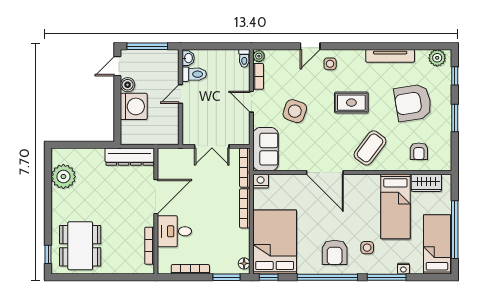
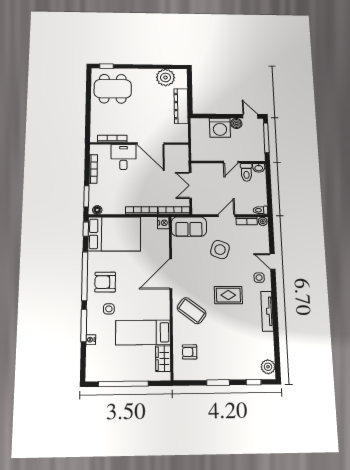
tv unit: (390, 56) -> (267, 311), moved
door: (181, 94) -> (231, 162), swing flipped
rug: (351, 103) -> (228, 295), turned 90
armchair: (413, 103) -> (230, 346), removed
dresser: (130, 157) -> (181, 106), moved
bed: (437, 244) -> (111, 368), removed

